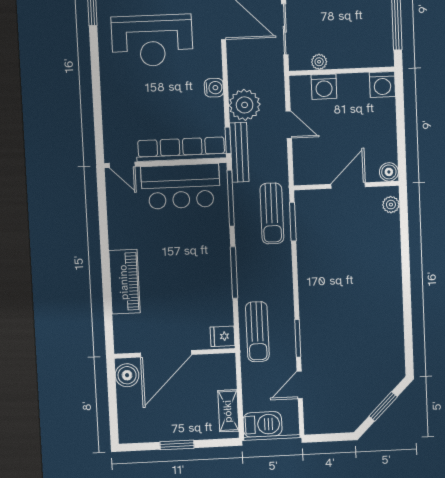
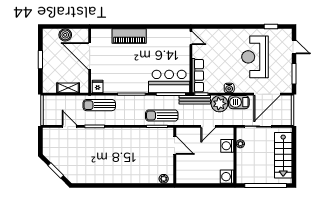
row of seats: (181, 149) -> (198, 76), width x0.73
door: (122, 165) -> (191, 38), swing flipped
boiler: (389, 172) -> (181, 178), removed
bar counter: (181, 186) -> (169, 81), moved, turned 90
door: (348, 186) -> (175, 145), moved
boiler: (127, 375) -> (65, 35), moved
shelving: (228, 411) -> (68, 88), moved
barbecue: (262, 424) -> (239, 102), moved, turned 90

